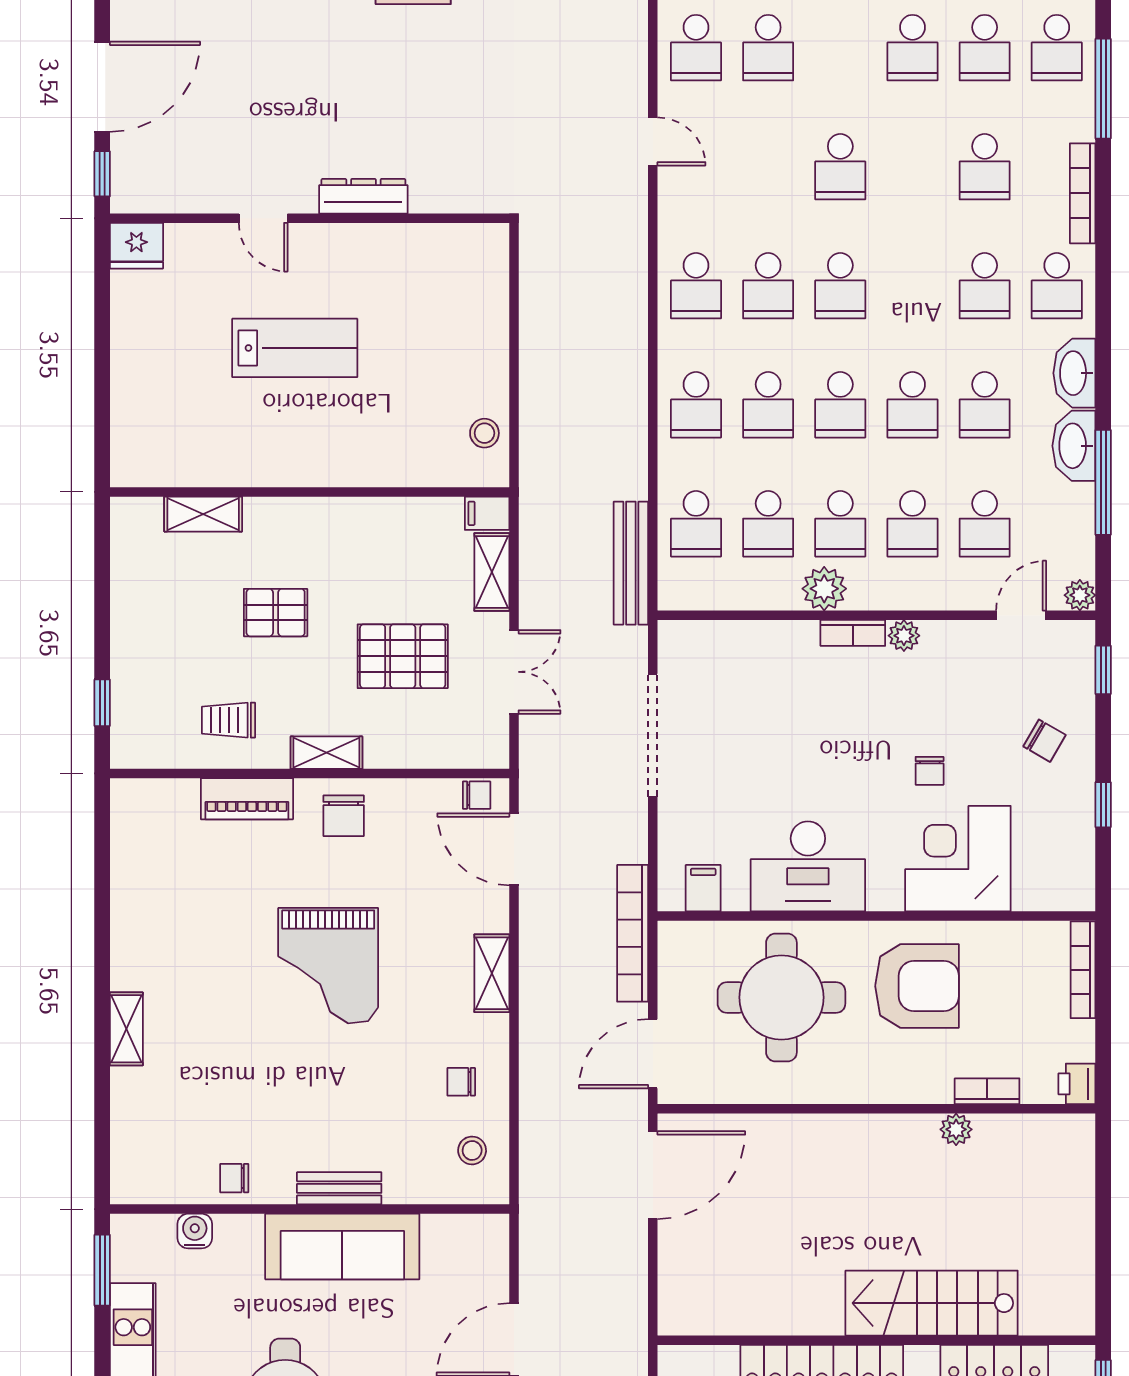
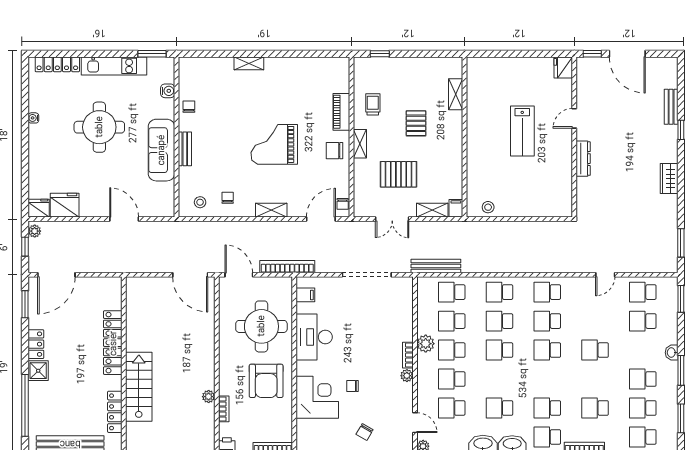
school desk: (912, 405) -> (499, 379), removed
pallet: (403, 656) -> (398, 174), turned 90

